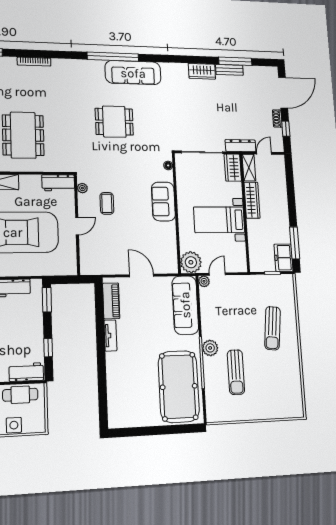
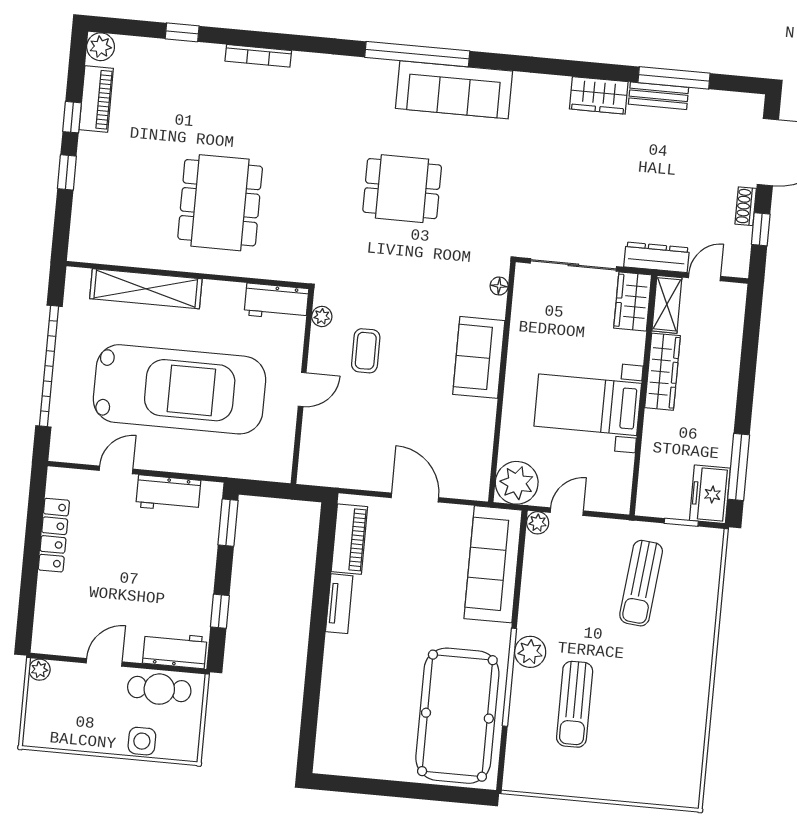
sun lounger: (272, 328) -> (641, 583), moved

